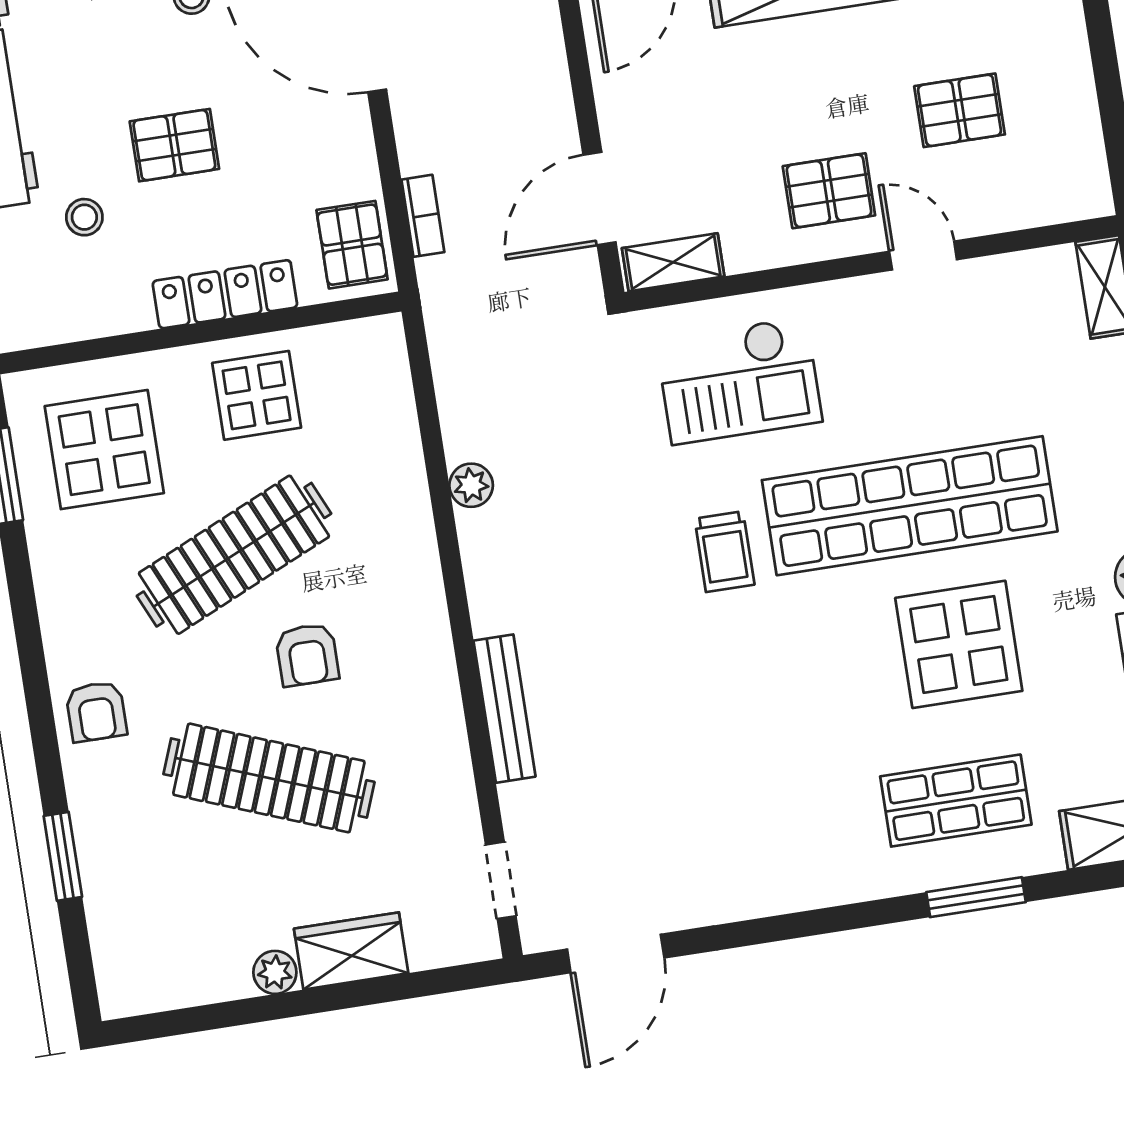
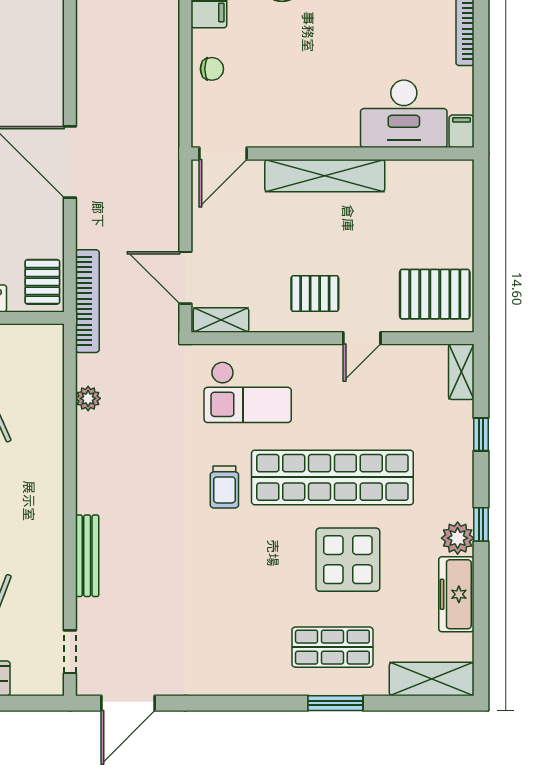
pallet: (960, 110) -> (435, 294), moved, width x1.50, depth x1.42
door: (599, 198) -> (185, 278), hinge flipped
bookcase: (423, 216) -> (87, 301), width x2.31, depth x1.31
door: (923, 255) -> (362, 338), swing flipped
plant: (471, 485) -> (88, 398), moved

